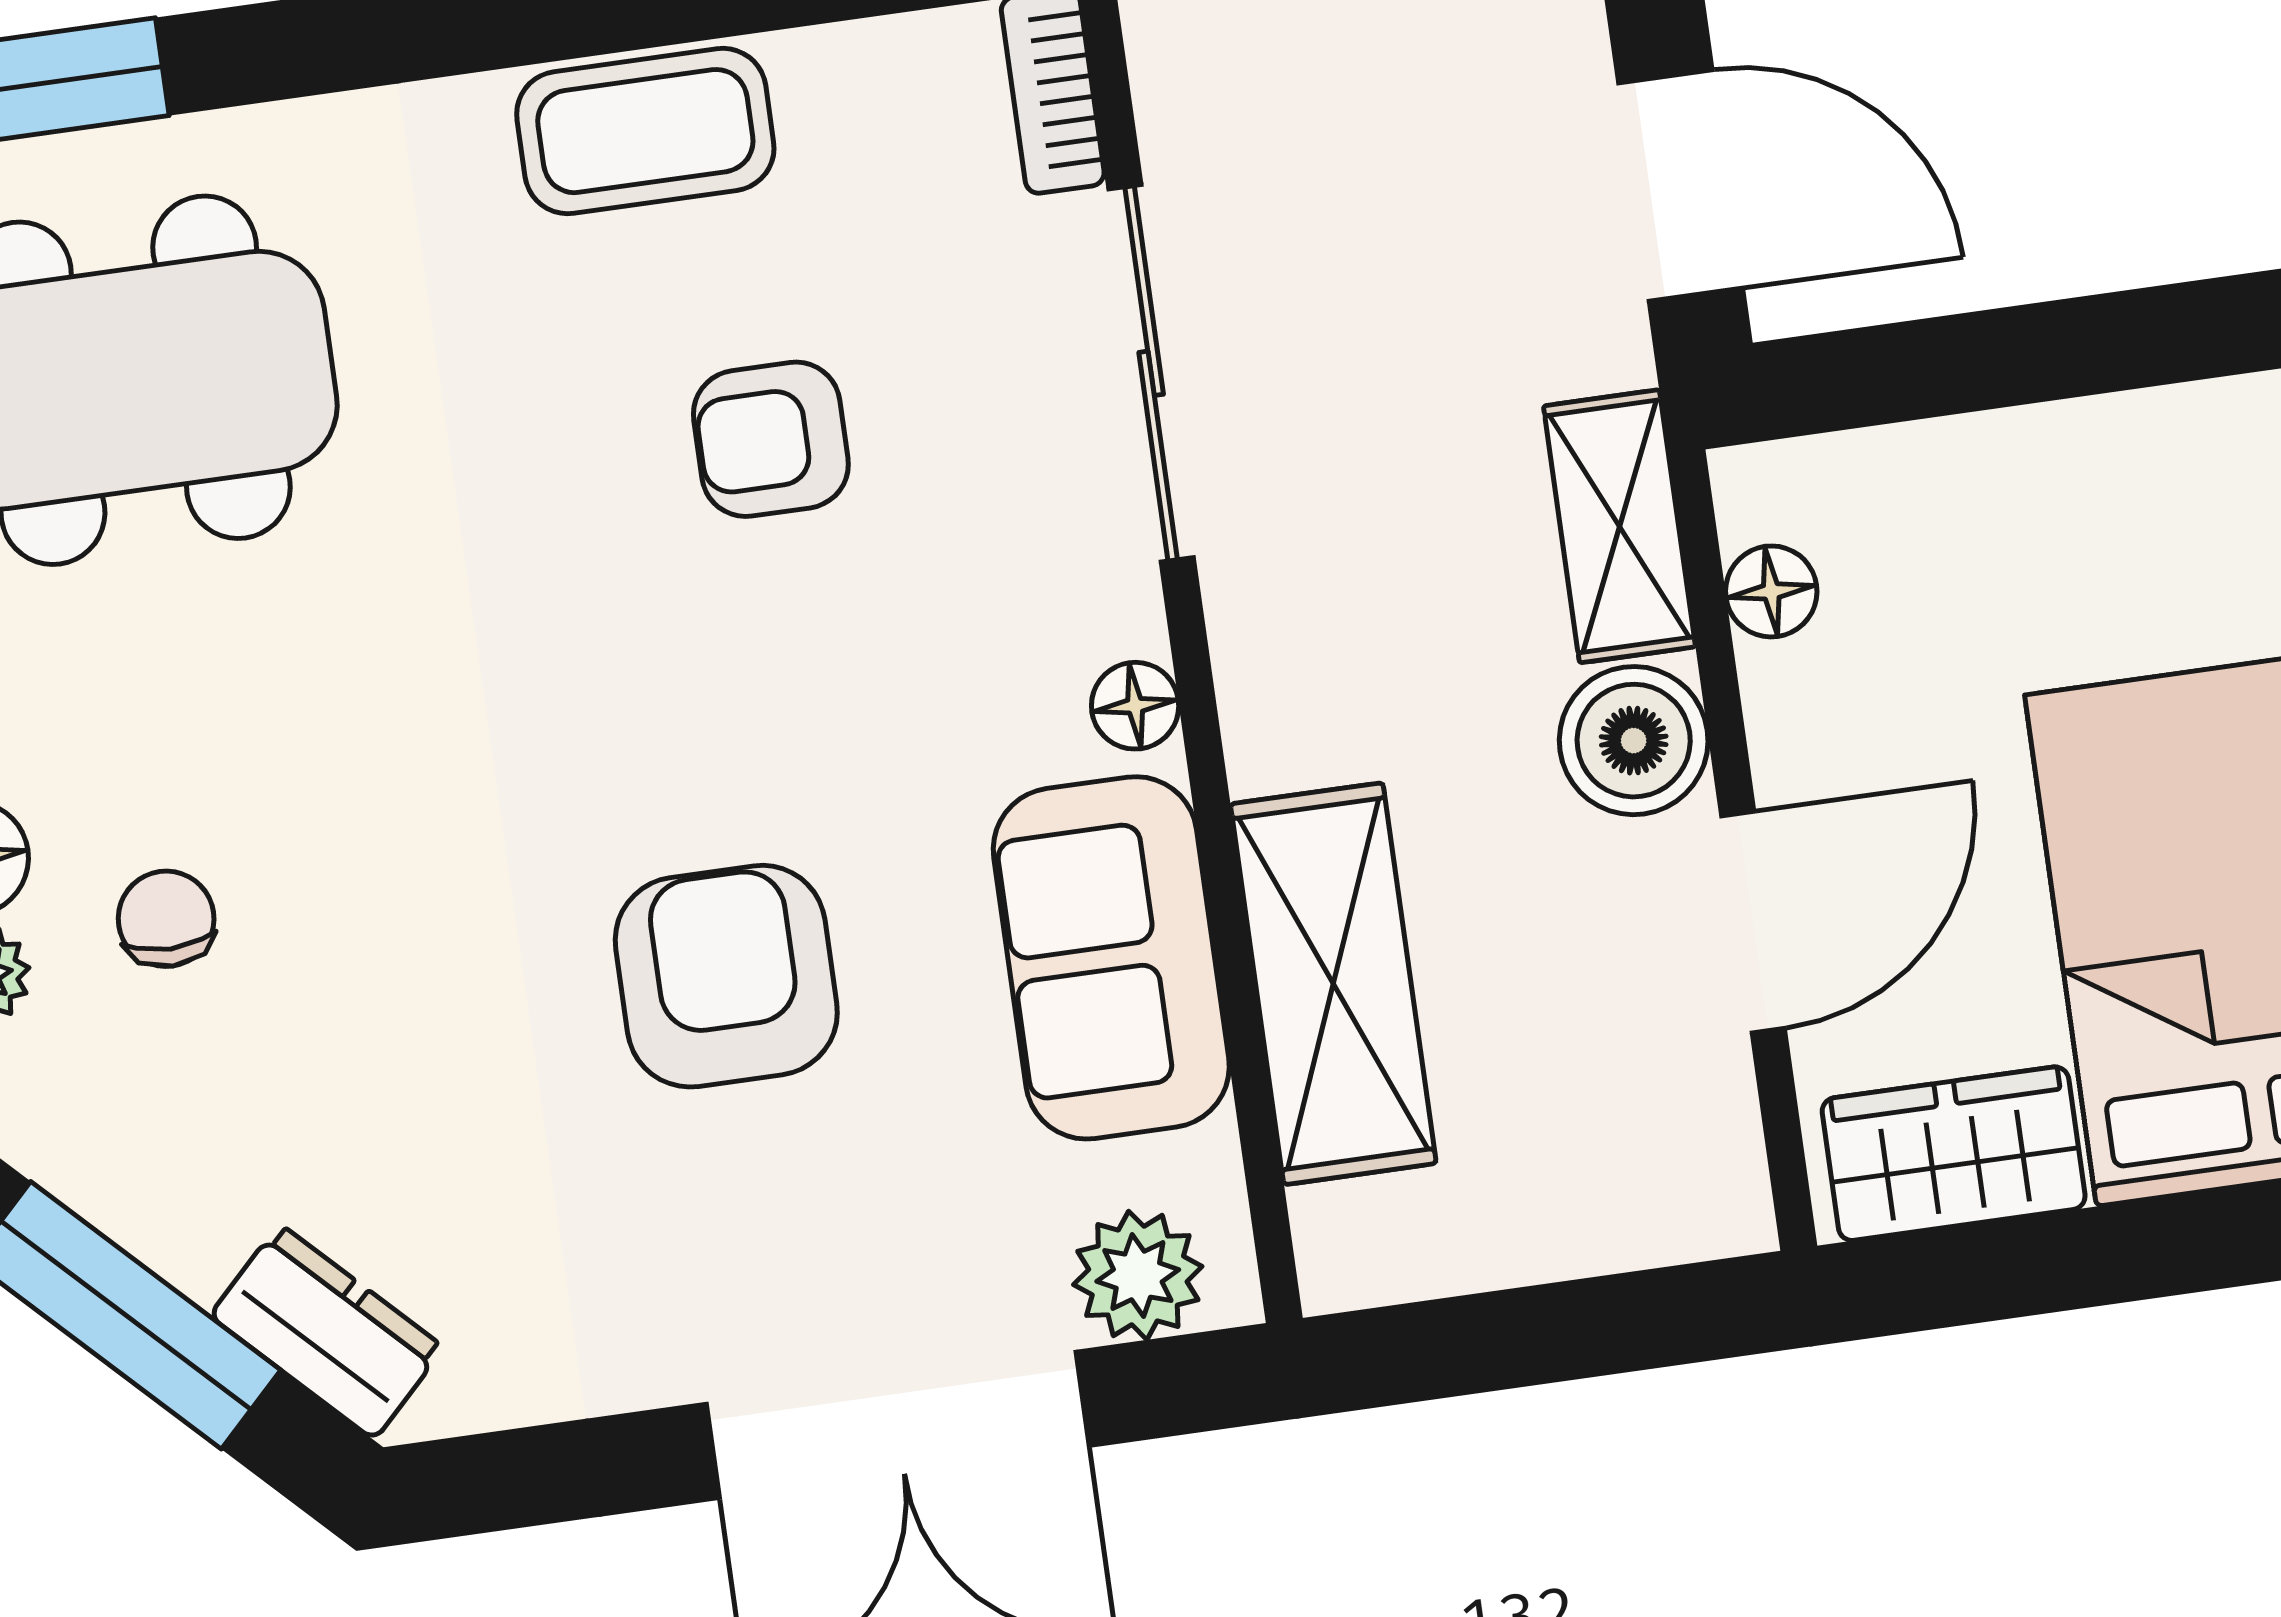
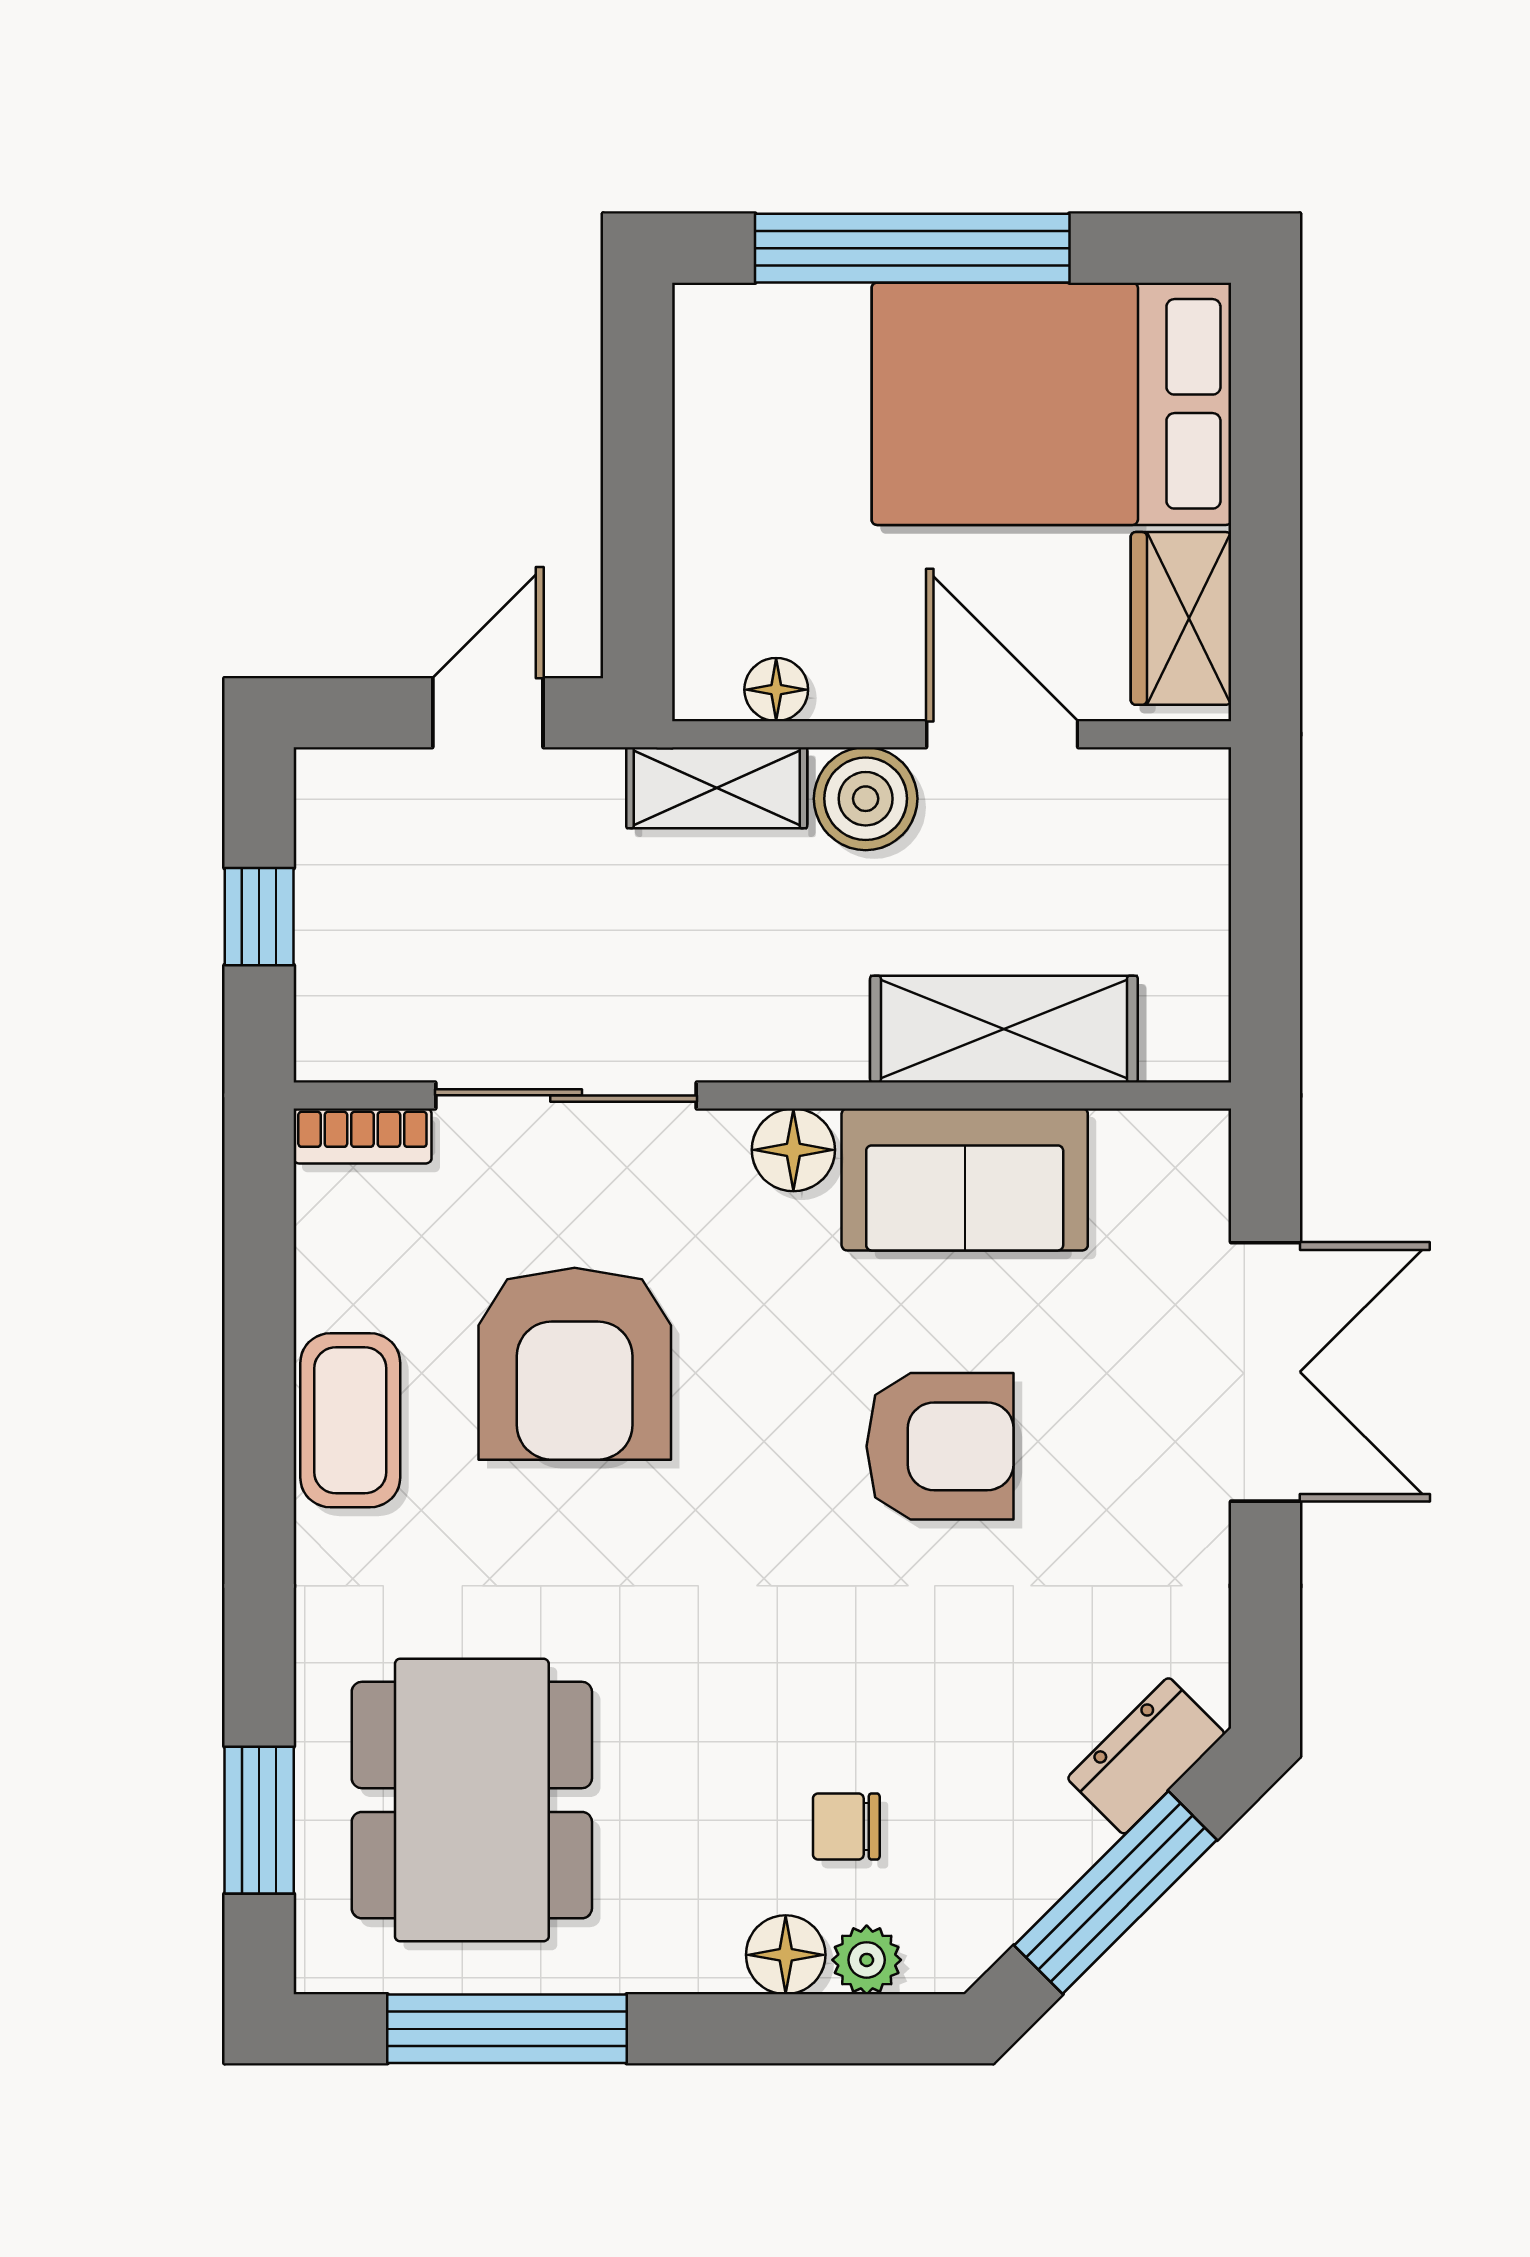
door: (1681, 185) -> (488, 713), width x0.73
armchair: (771, 439) -> (575, 1364), width x1.88, depth x1.88
floor lamp: (1135, 706) -> (793, 1150), width x1.37, depth x1.37
armchair: (726, 976) -> (940, 1446), turned 180
plant: (1138, 1276) -> (1186, 1192), removed

